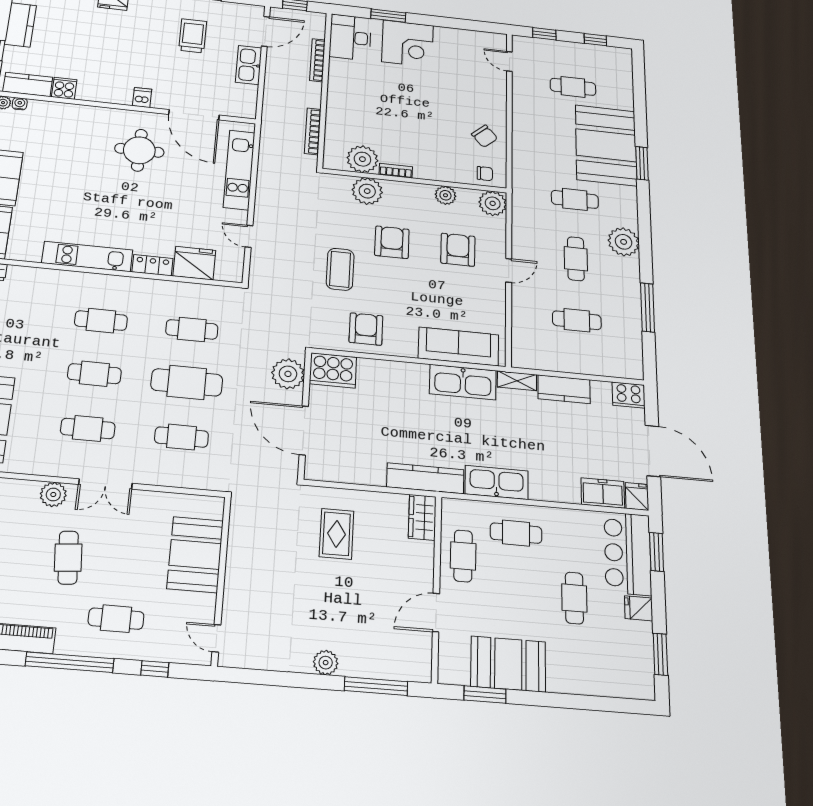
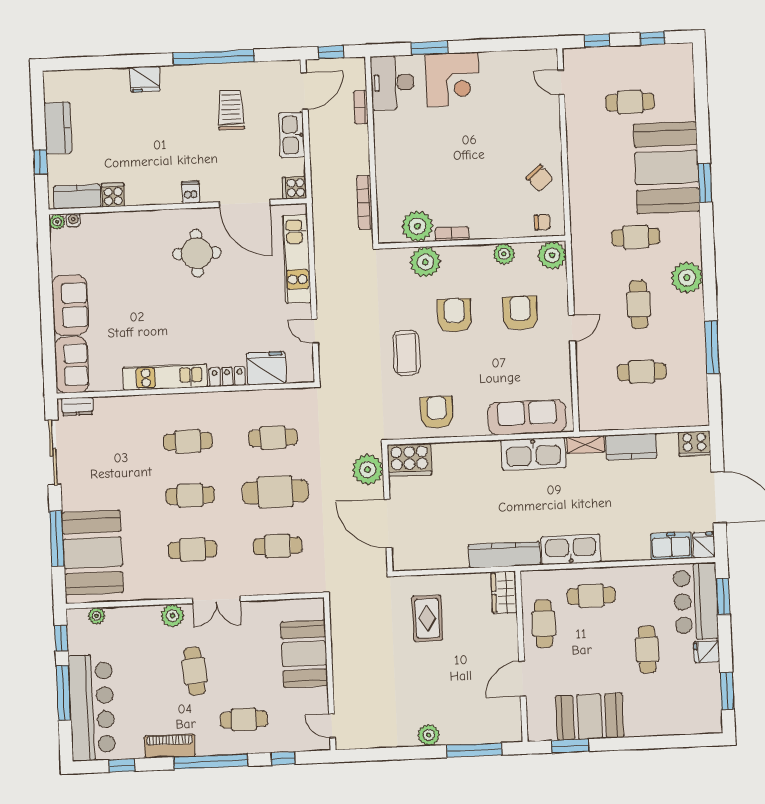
bookcase: (317, 60) -> (361, 107), width x0.64
cooker: (245, 109) -> (294, 188), added

